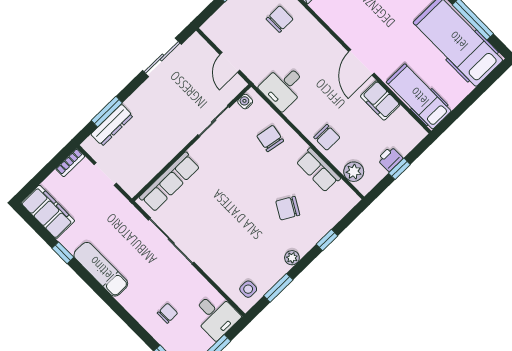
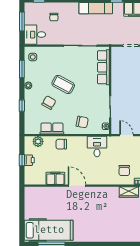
hospital bed: (419, 97) -> (42, 195), removed
coffee table: (245, 213) -> (63, 84), added

